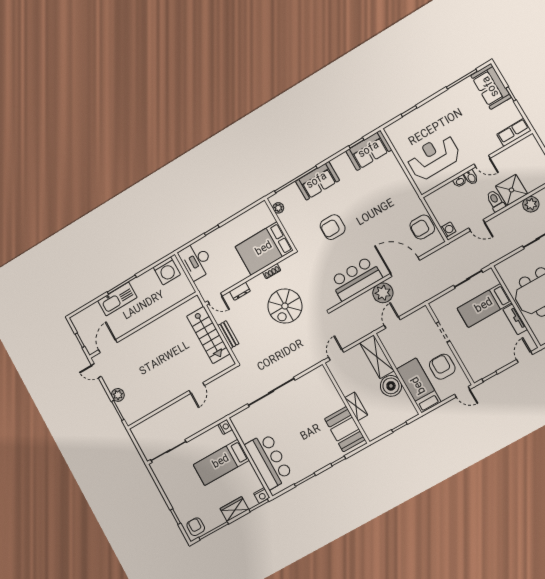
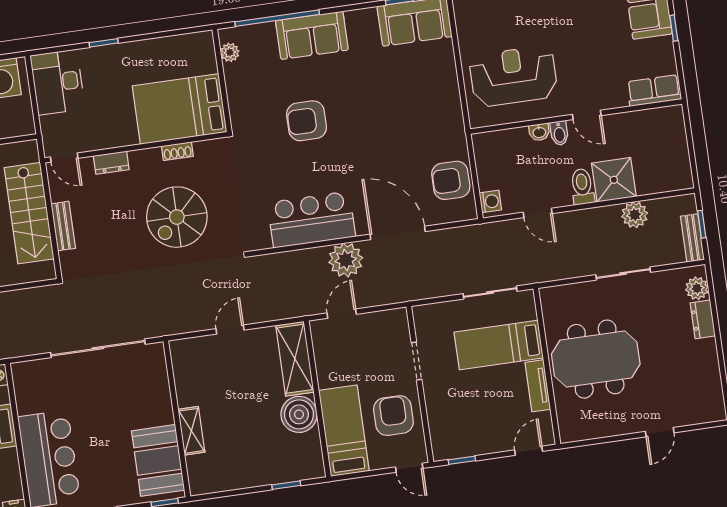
wall: (346, 403) -> (177, 419), moved
shelving: (356, 406) -> (191, 431), moved
booth: (345, 429) -> (158, 460), moved

